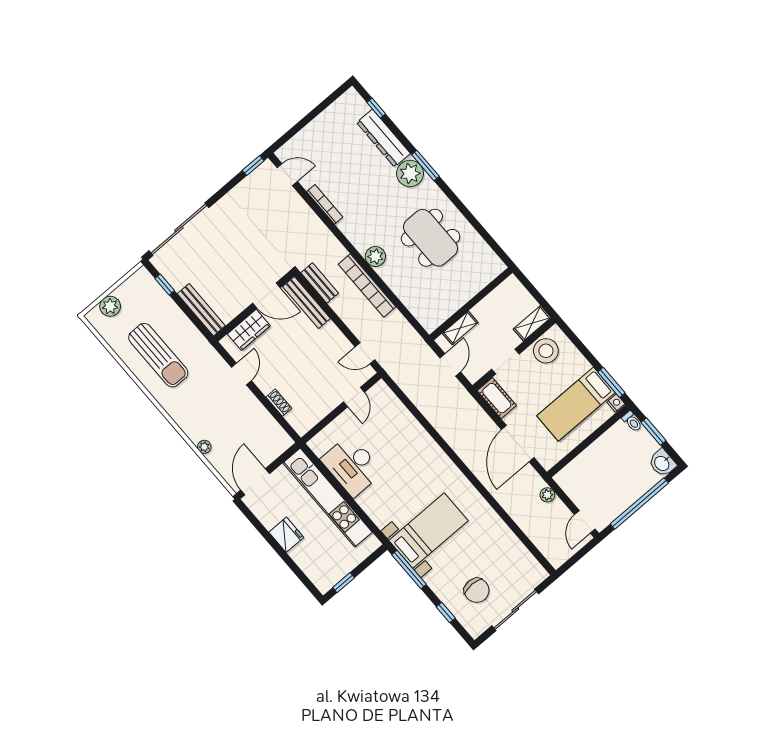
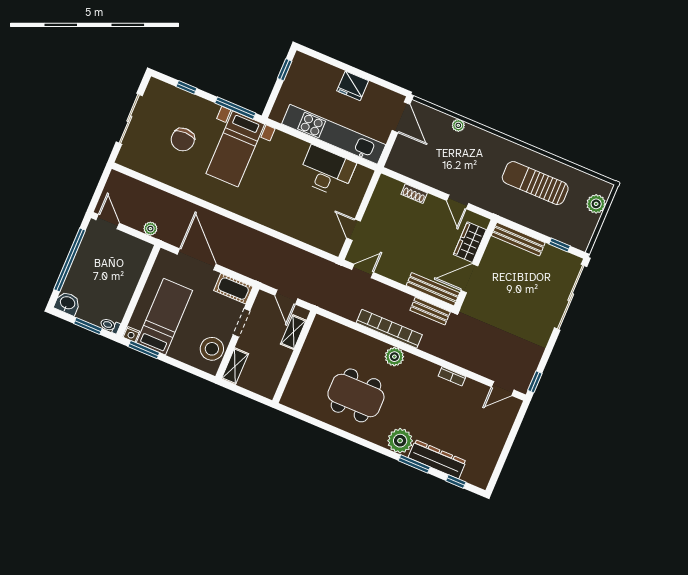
window: (425, 165) -> (414, 464), moved
bookcase: (325, 204) -> (452, 376), width x0.64
chair: (477, 590) -> (183, 140), moved, turned -90

